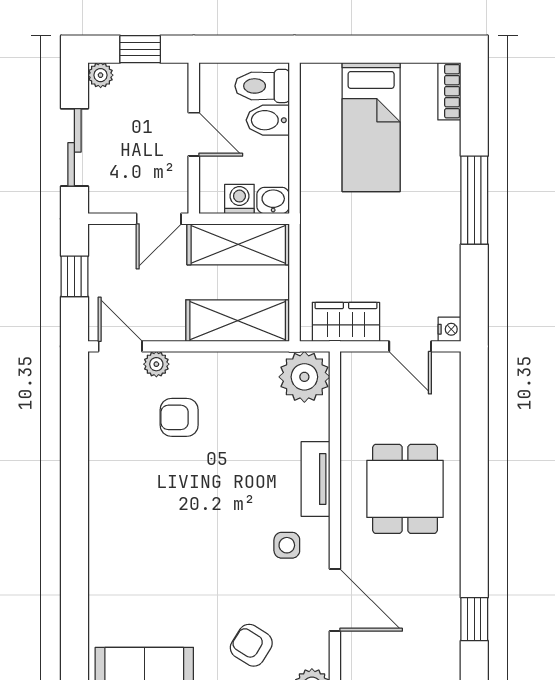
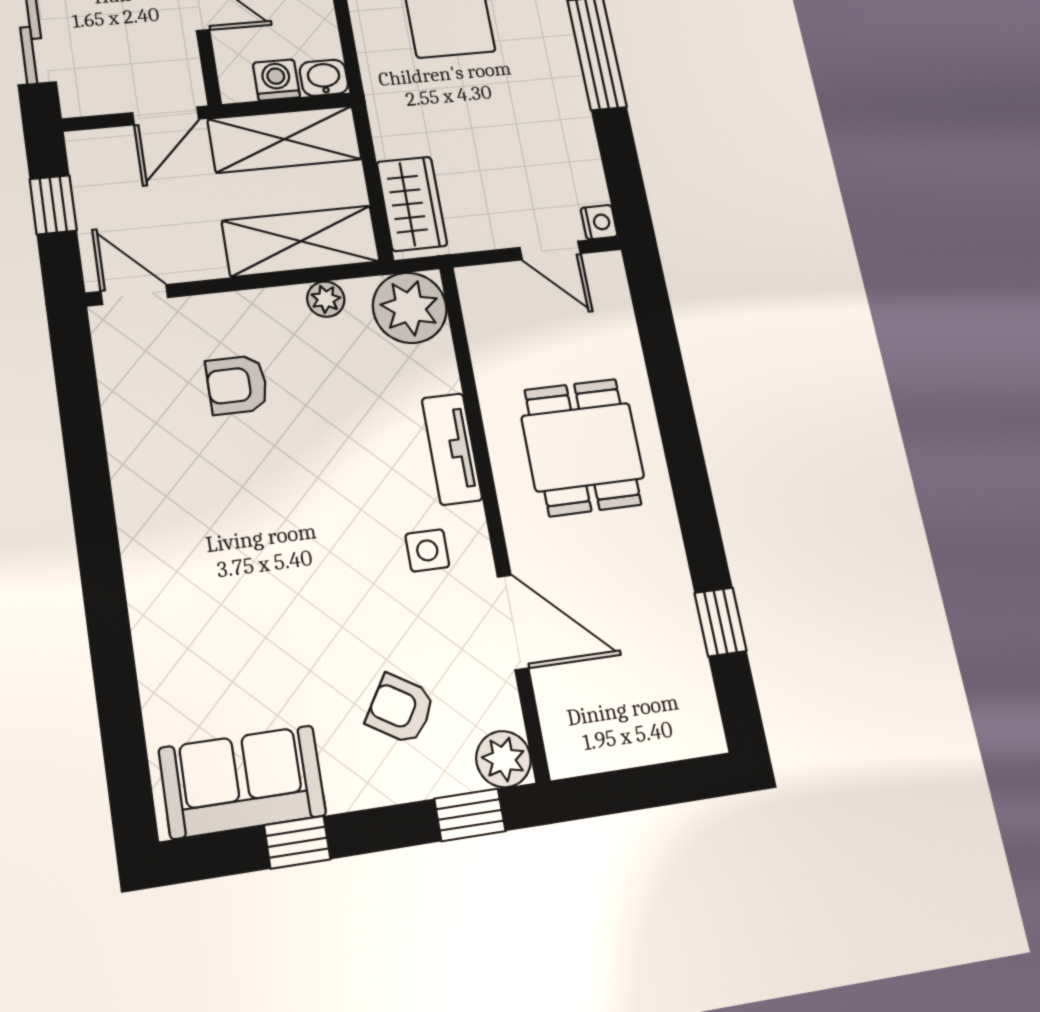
wardrobe: (346, 322) -> (412, 204), moved, turned 90
plant: (156, 364) -> (326, 299), moved

